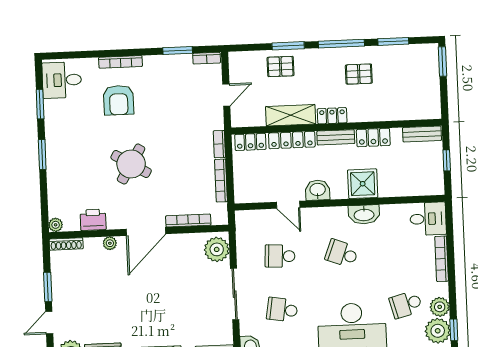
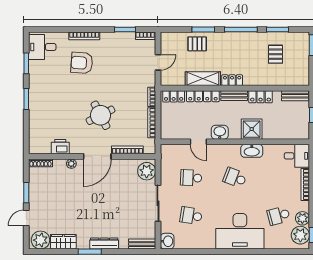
pallet: (359, 74) -> (275, 54), moved, turned 90
armchair: (119, 100) -> (82, 63), turned 94
round table: (131, 164) -> (101, 115), moved, turned 32
plant: (56, 225) -> (34, 149), removed

